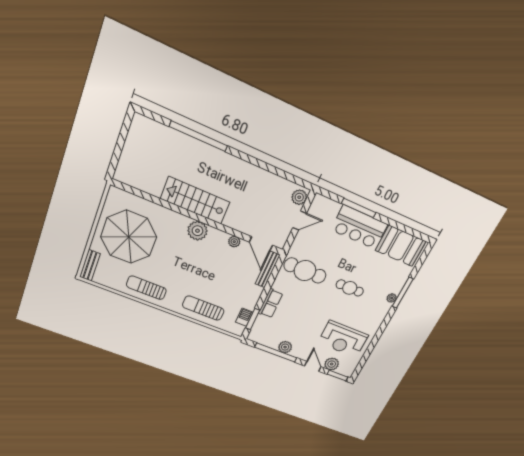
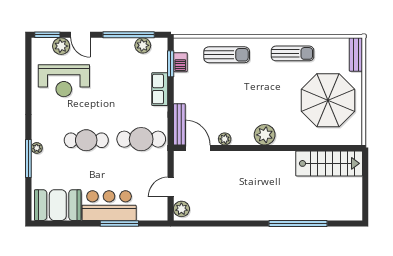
stairs: (195, 200) -> (329, 163), moved
cafe table: (350, 288) -> (86, 140), width x1.37, depth x1.35
reception desk: (343, 339) -> (64, 81), turned 180
plant: (285, 347) -> (143, 45), moved

